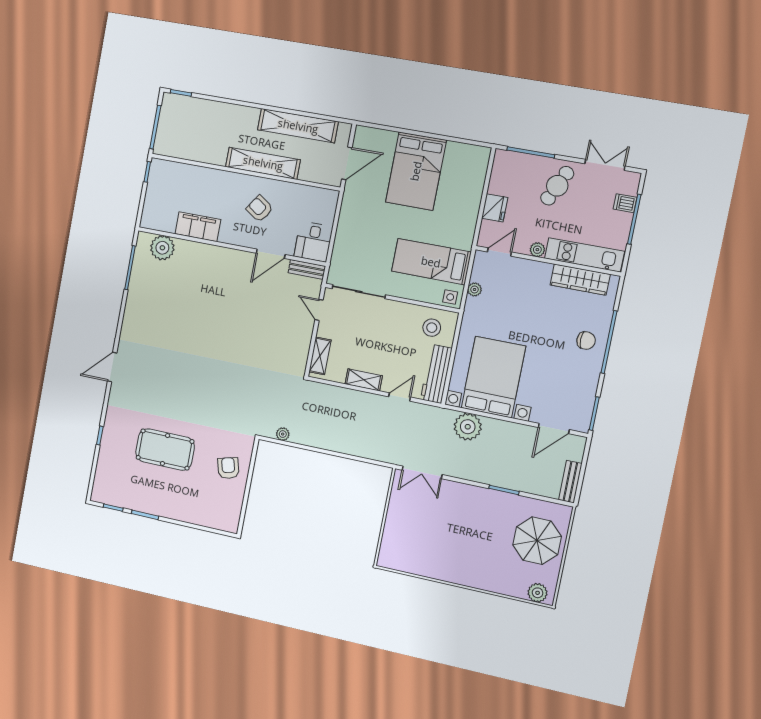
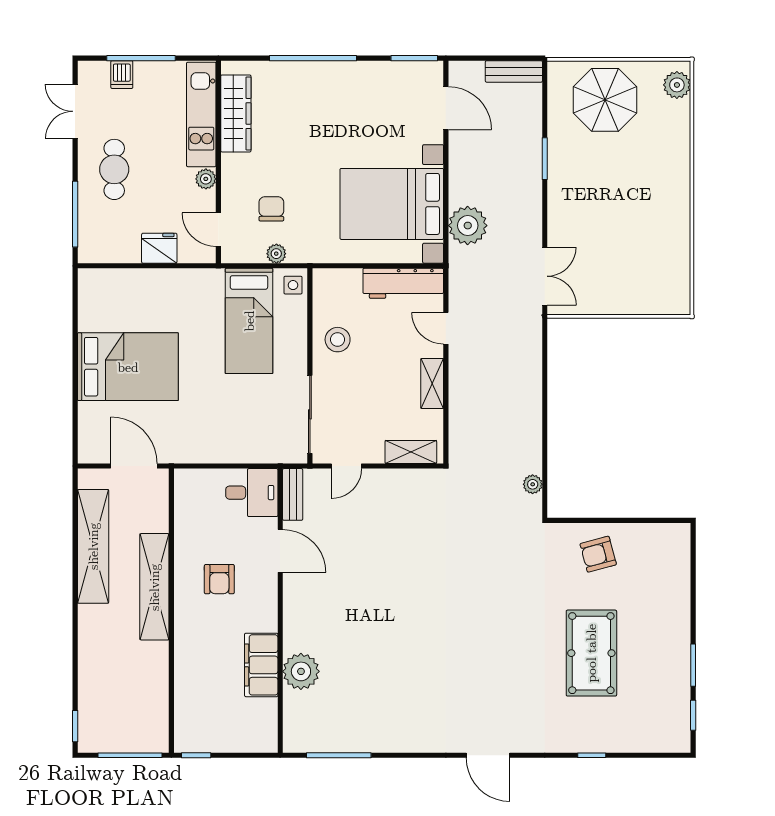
cafe table: (557, 186) -> (114, 169), turned 65
armchair: (260, 209) -> (219, 579), turned -34
plant: (162, 248) -> (301, 671), moved
stool: (432, 328) -> (338, 340), moved
chair: (586, 341) -> (271, 209), moved

